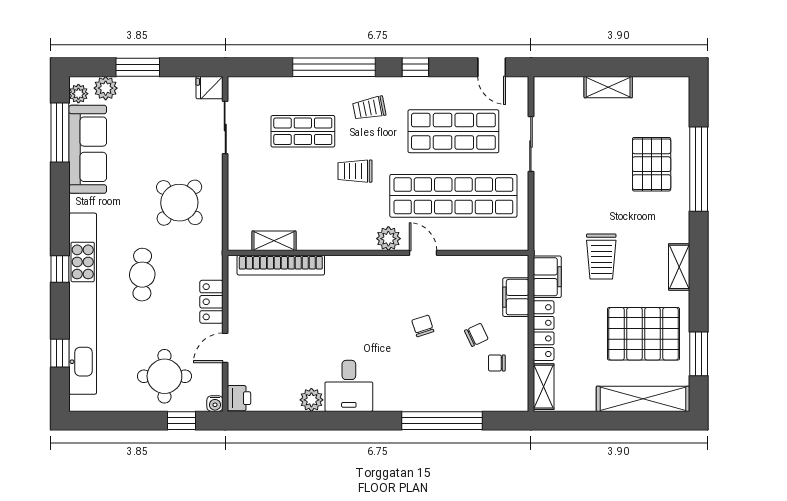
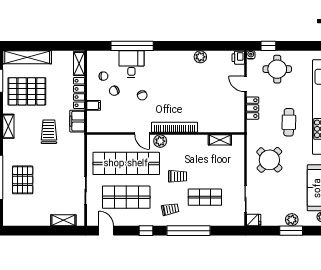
shelving: (608, 87) -> (63, 220), moved
plant: (106, 88) -> (292, 220), moved
bookcase: (281, 265) -> (174, 127), moved
filing cabinet: (516, 297) -> (94, 105), width x0.50
door: (225, 348) -> (245, 84), swing flipped
desk: (349, 386) -> (131, 64), moved

